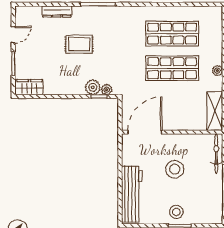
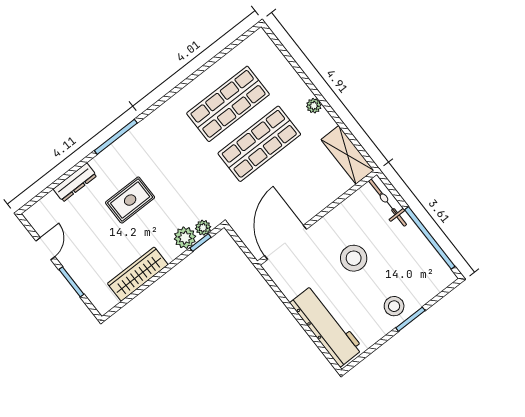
wardrobe: (29, 87) -> (138, 274), moved, width x1.50

